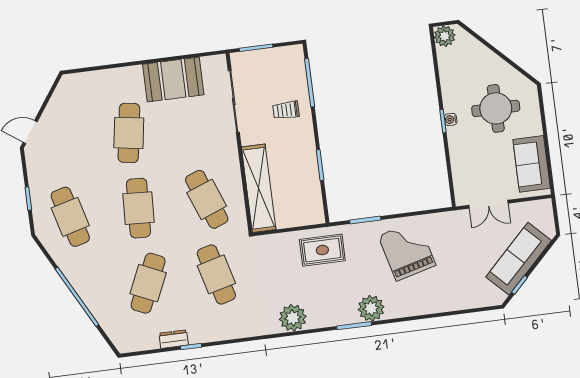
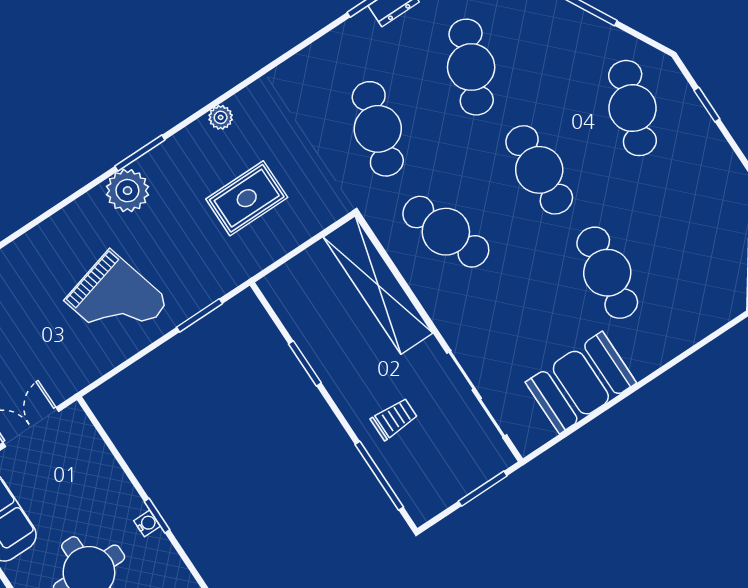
cafe table: (70, 217) -> (633, 108), turned 36
rug: (322, 250) -> (247, 198), moved
cafe table: (216, 274) -> (378, 129), turned 33
plant: (293, 318) -> (221, 117), width x0.53, depth x0.53

